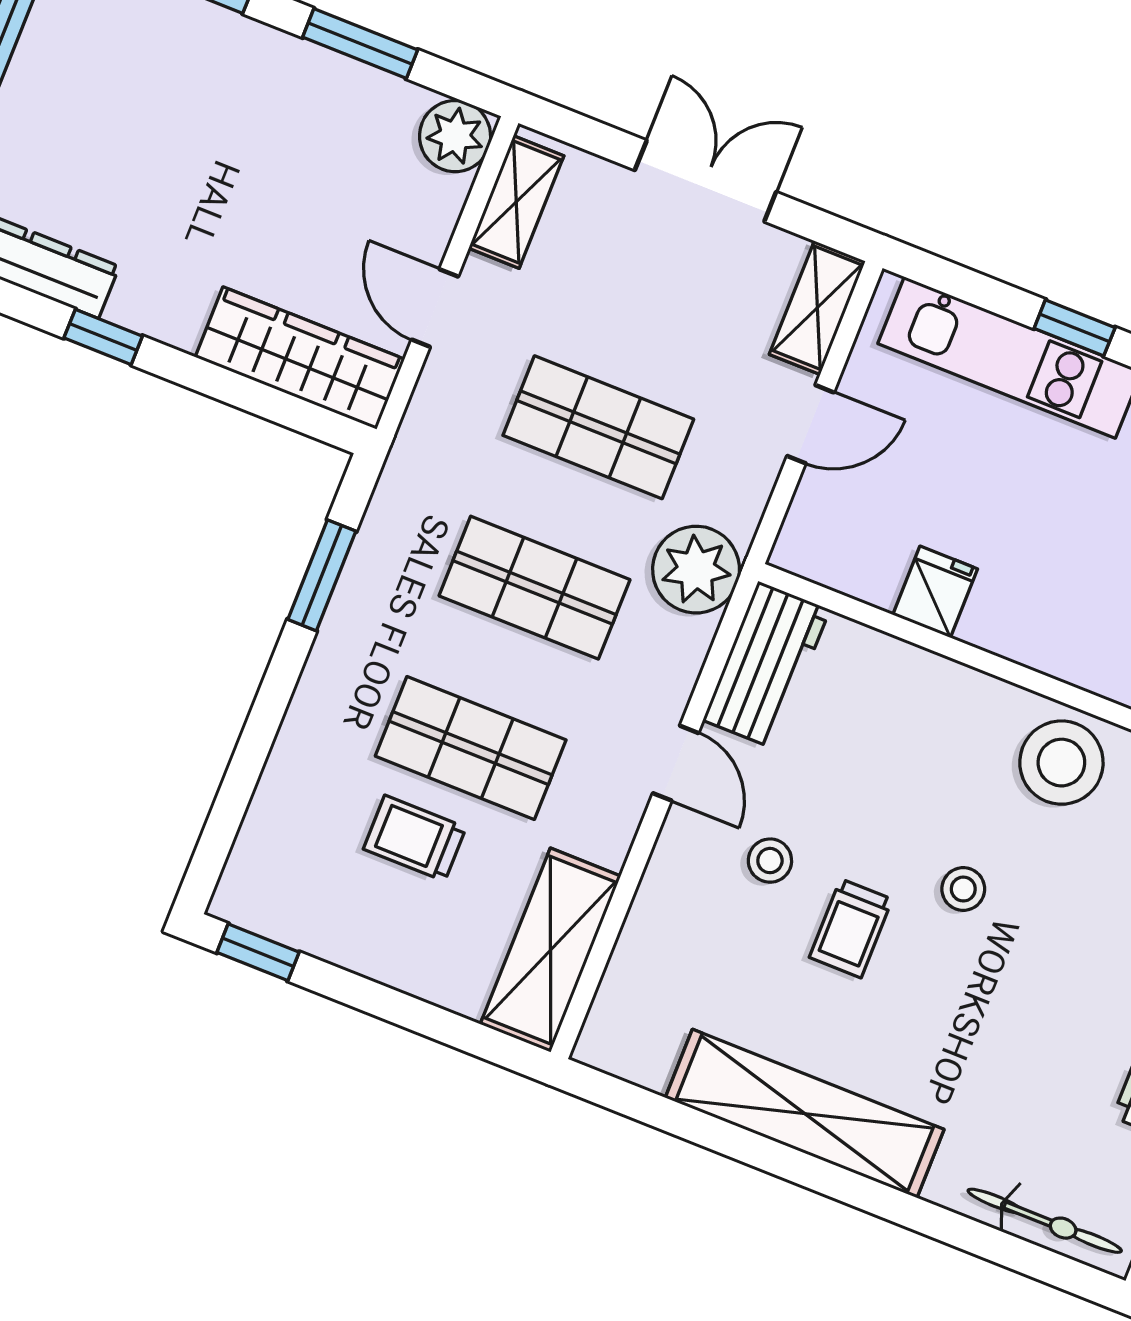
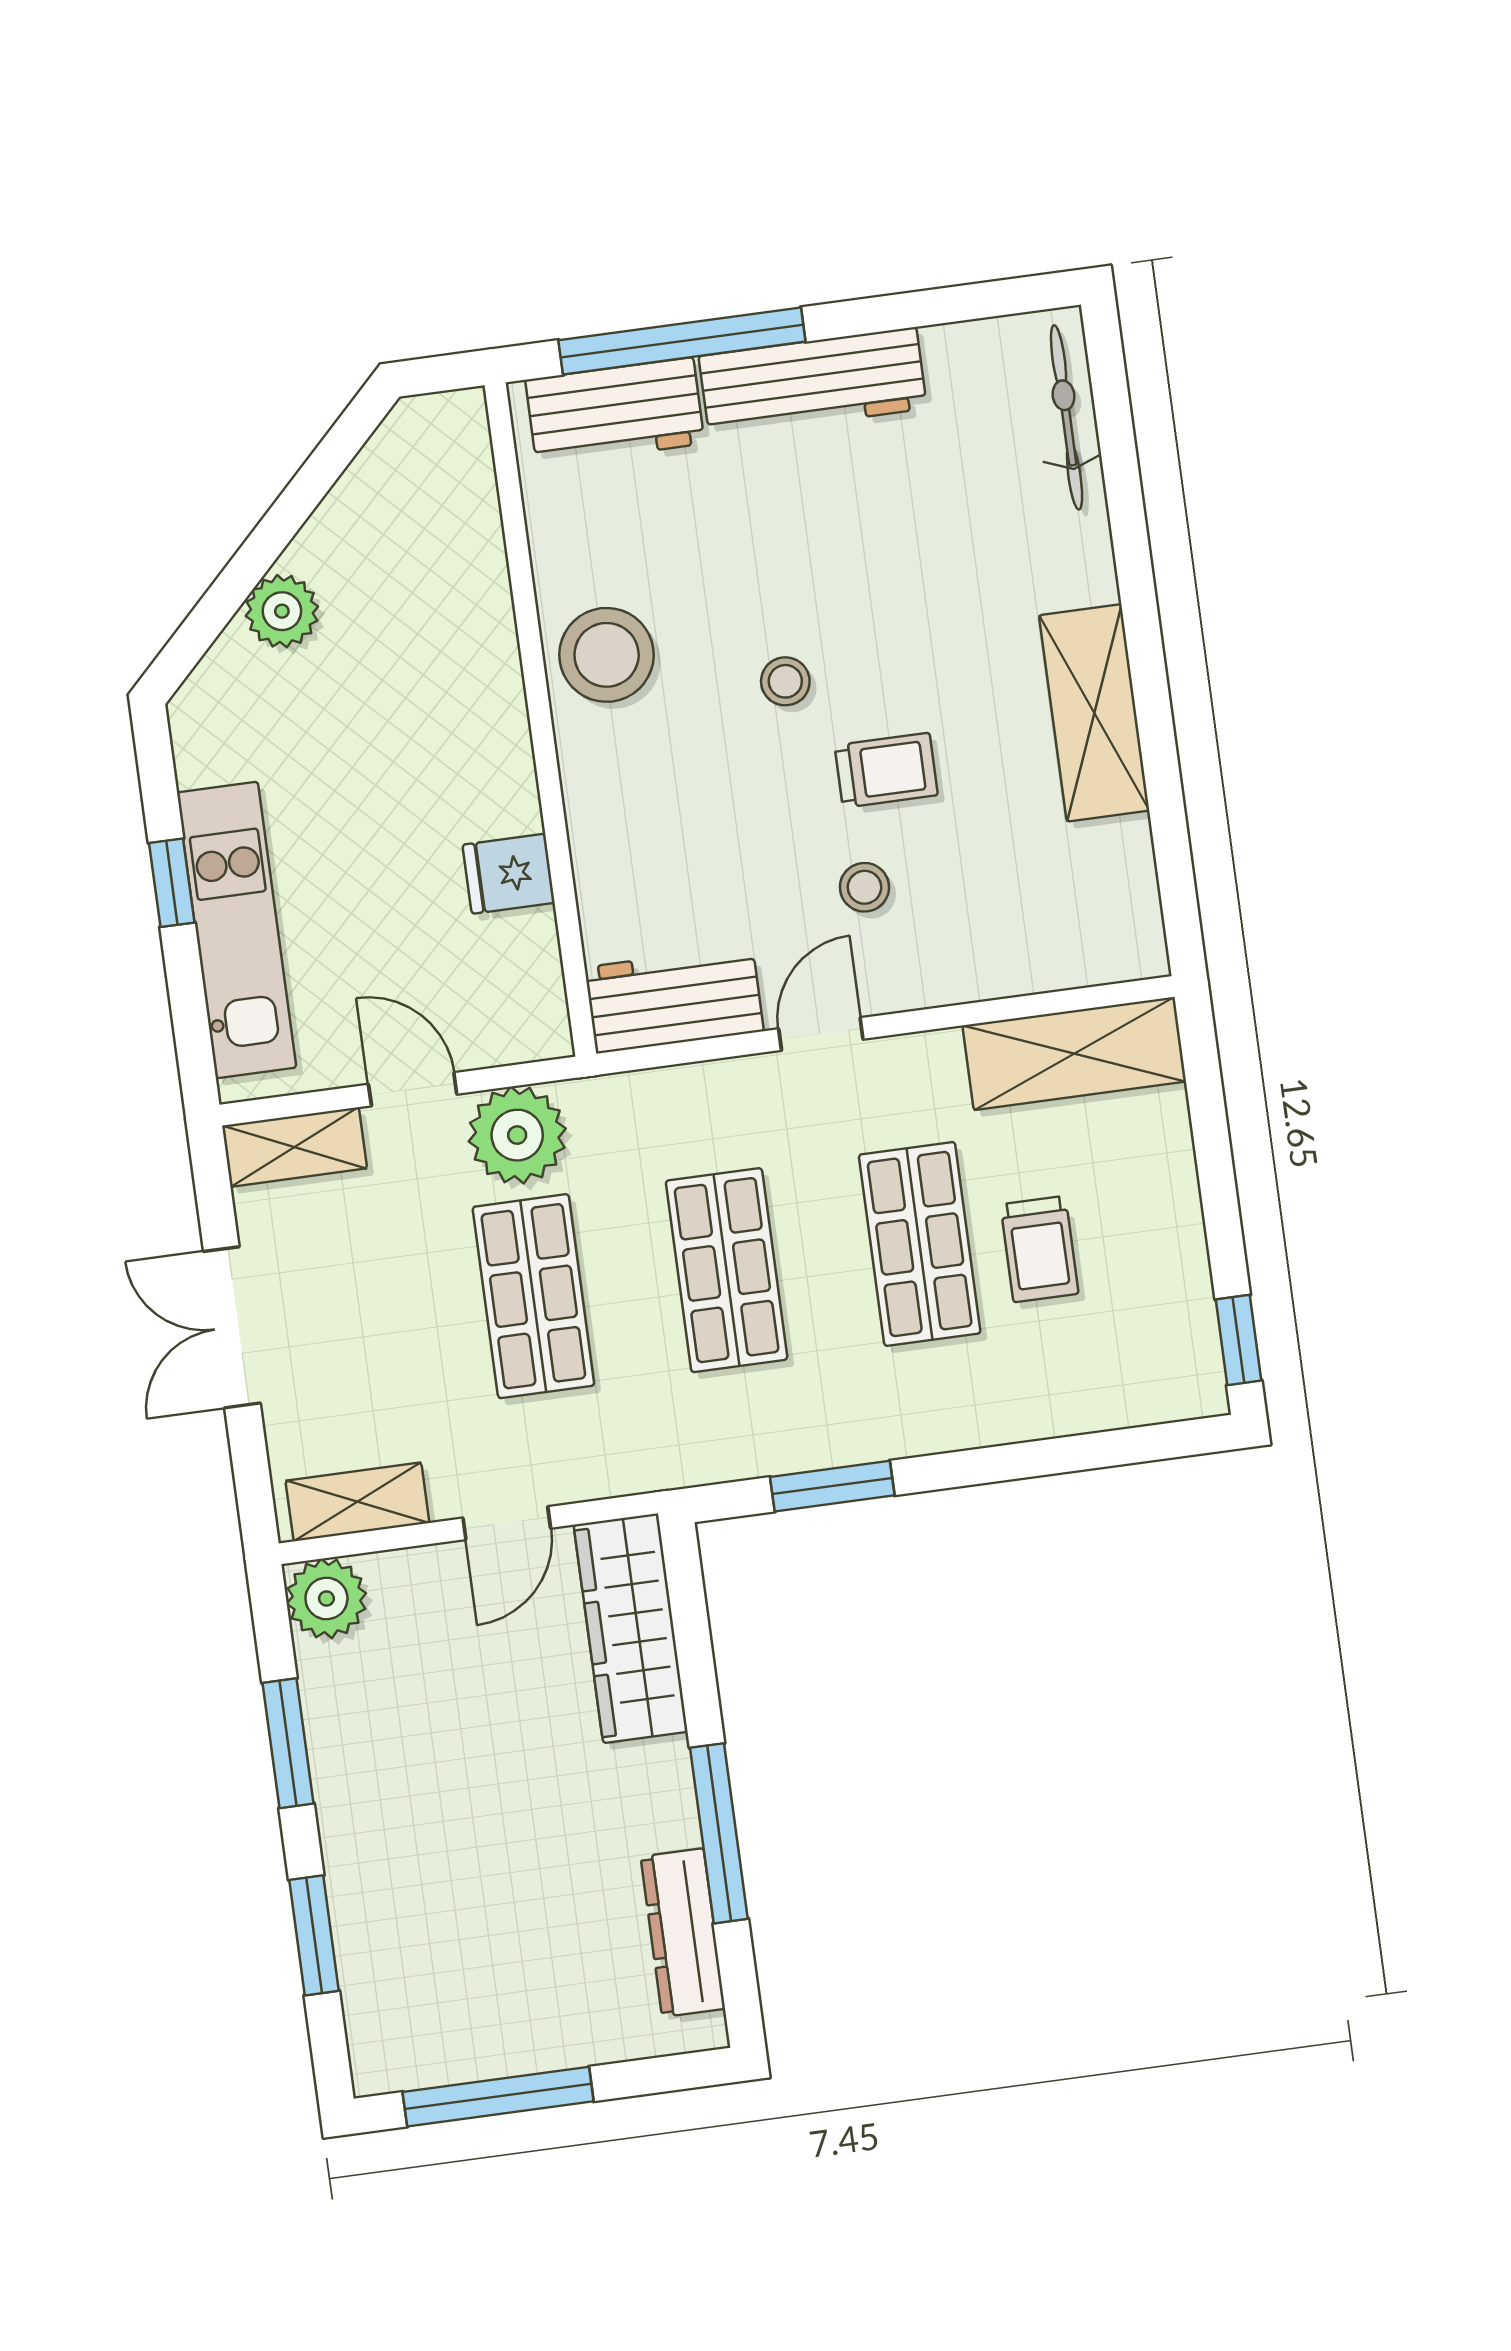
window: (103, 337) -> (719, 1833), width x2.17
plant: (696, 570) -> (517, 1135), moved
shelving: (805, 1114) -> (1094, 713), width x0.68

